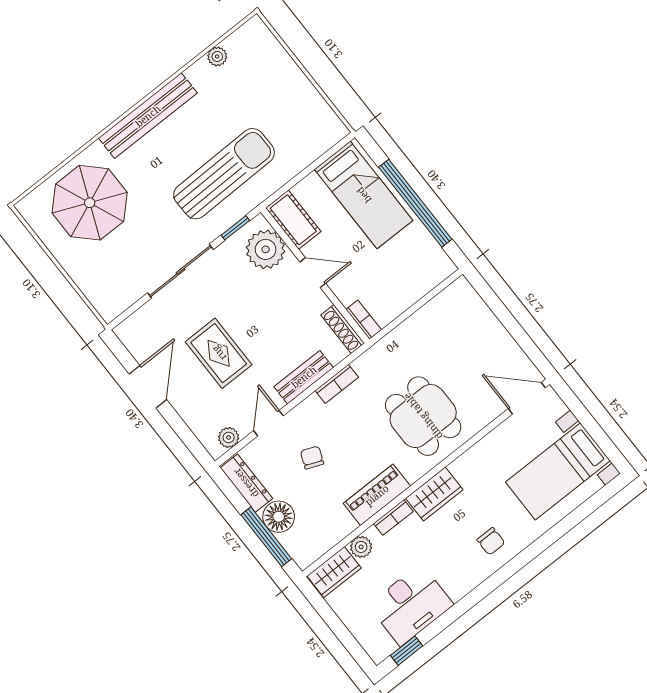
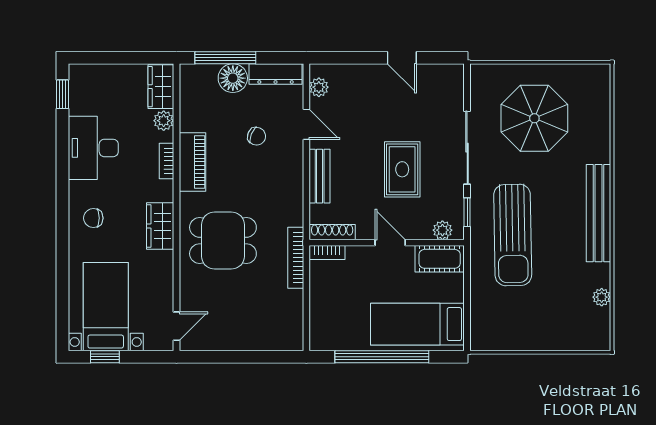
parasol: (90, 203) -> (534, 118), moved
plant: (266, 249) -> (442, 230), width x0.53, depth x0.53
door: (313, 273) -> (390, 243), swing flipped
rug: (219, 353) -> (402, 169), moved, turned 90
bookcase: (337, 384) -> (296, 258), moved, width x1.56
door: (148, 387) -> (402, 58), width x0.73
door: (527, 398) -> (176, 326), width x0.73
window: (601, 438) -> (105, 357), added
wardrobe: (434, 494) -> (160, 226), moved
desk: (411, 605) -> (93, 148), moved

